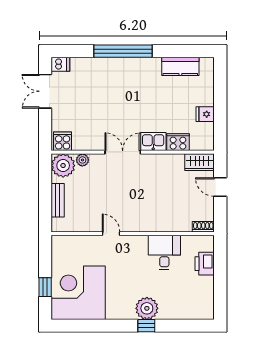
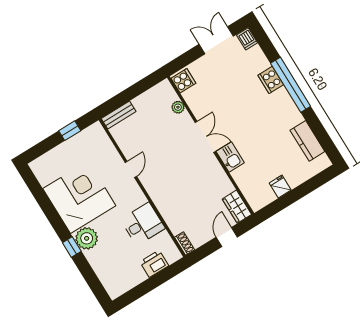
cooker: (178, 142) -> (271, 80), moved, turned 180
plant: (63, 166) -> (163, 94), removed
bench: (58, 200) -> (119, 115), moved
window: (45, 287) -> (70, 131), moved
corner desk: (78, 293) -> (79, 197), moved

